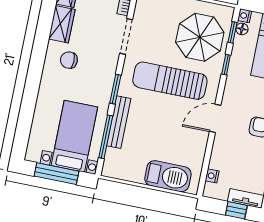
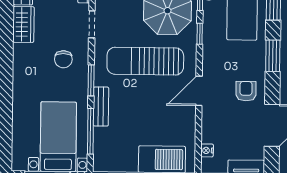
doorway: (126, 36) -> (92, 24), width x0.73
chair: (69, 60) -> (63, 59), moved, turned -90
bench: (119, 122) -> (101, 106), width x0.73

